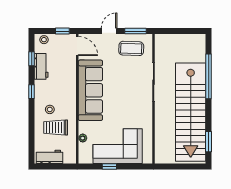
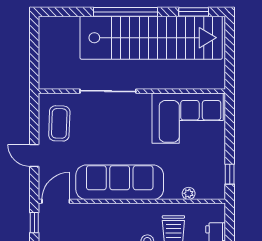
window: (135, 31) -> (34, 117), removed
window: (209, 76) -> (125, 12), moved
corner sofa: (118, 146) -> (188, 118), moved, turned -90
window: (109, 166) -> (230, 174), moved

